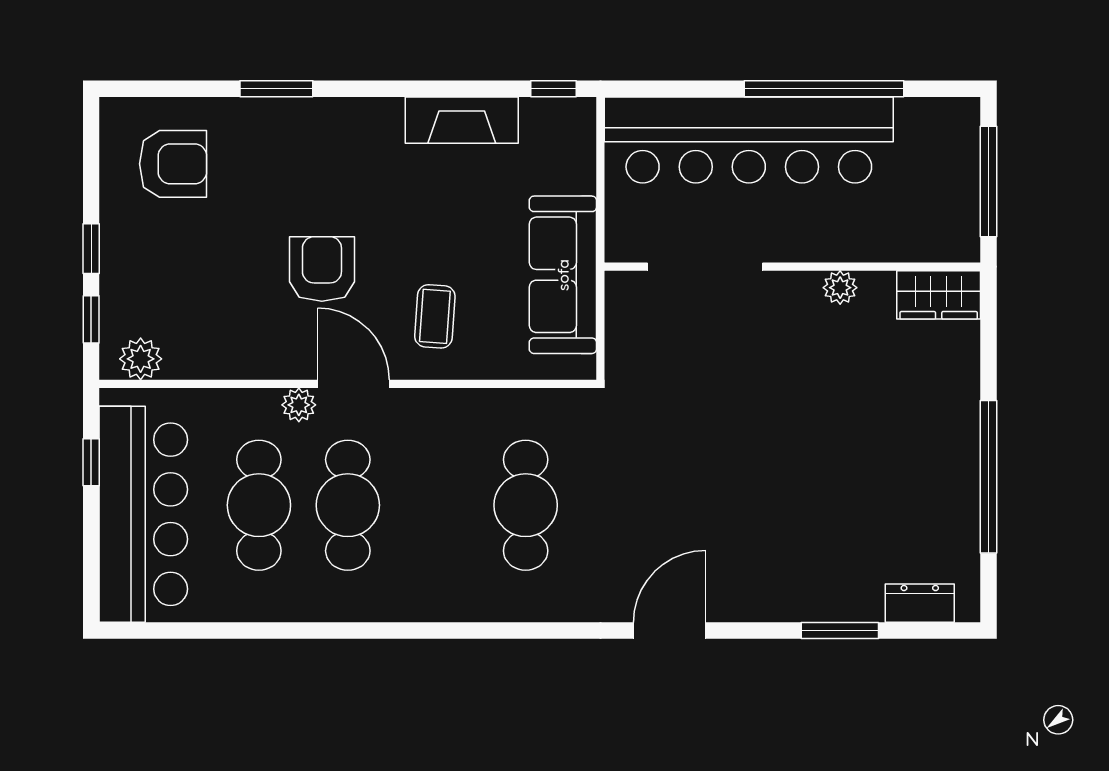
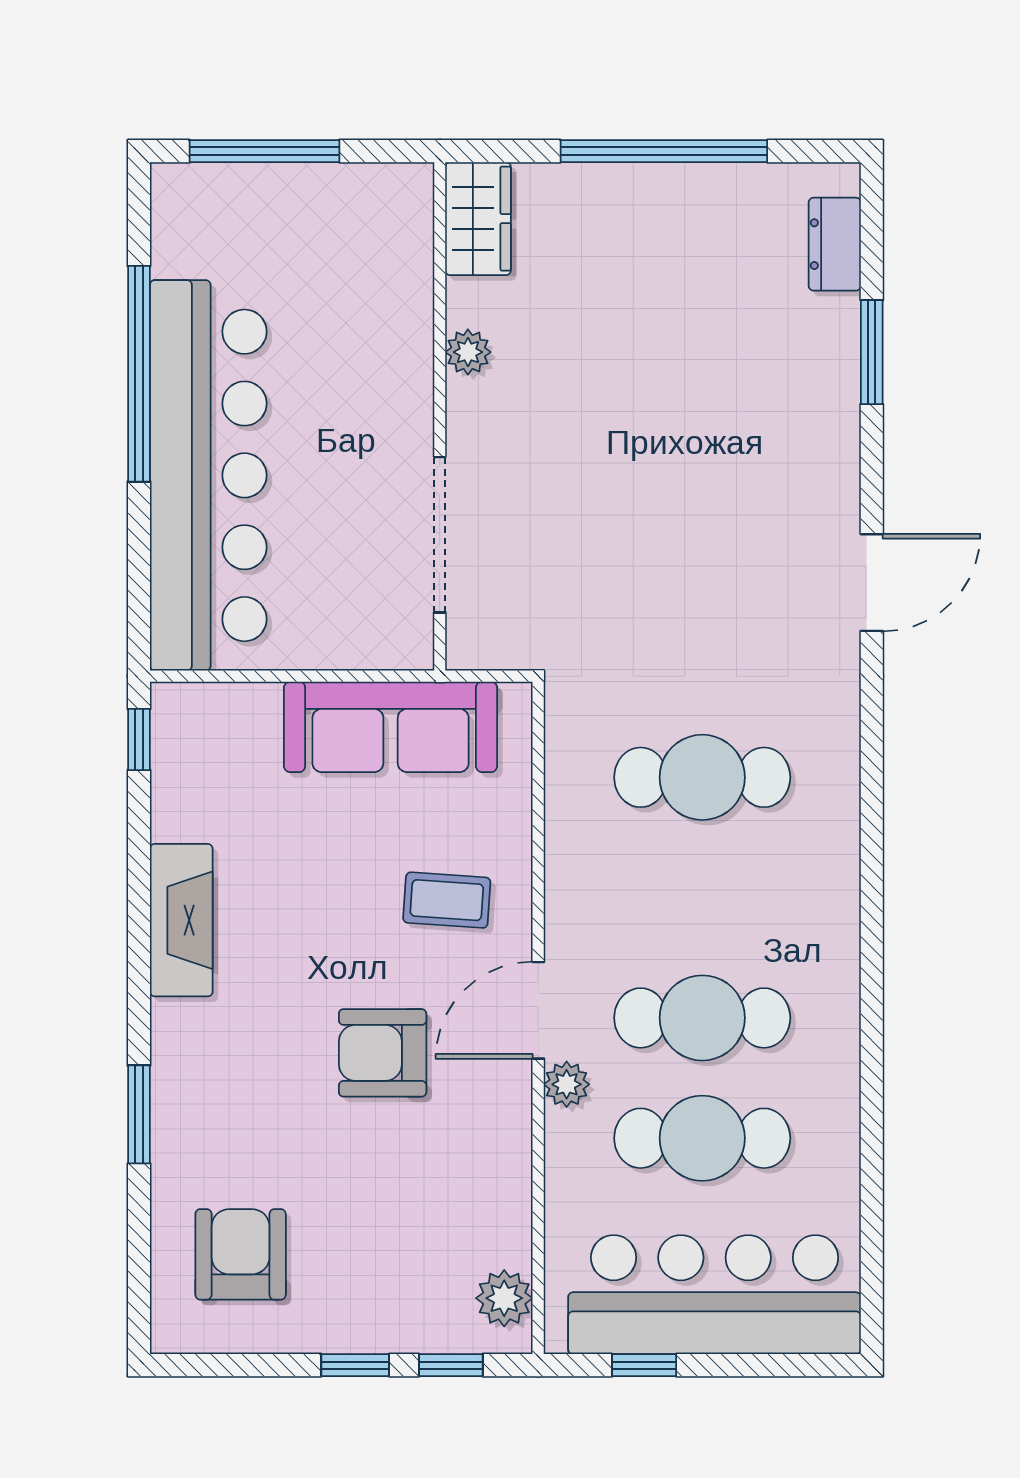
fireplace: (462, 120) -> (181, 920), moved
doorway: (705, 267) -> (440, 535), moved
wall: (792, 267) -> (440, 416), moved
plant: (840, 288) -> (468, 352), moved
wardrobe: (939, 295) -> (478, 219), moved
door: (670, 631) -> (872, 583), swing flipped

